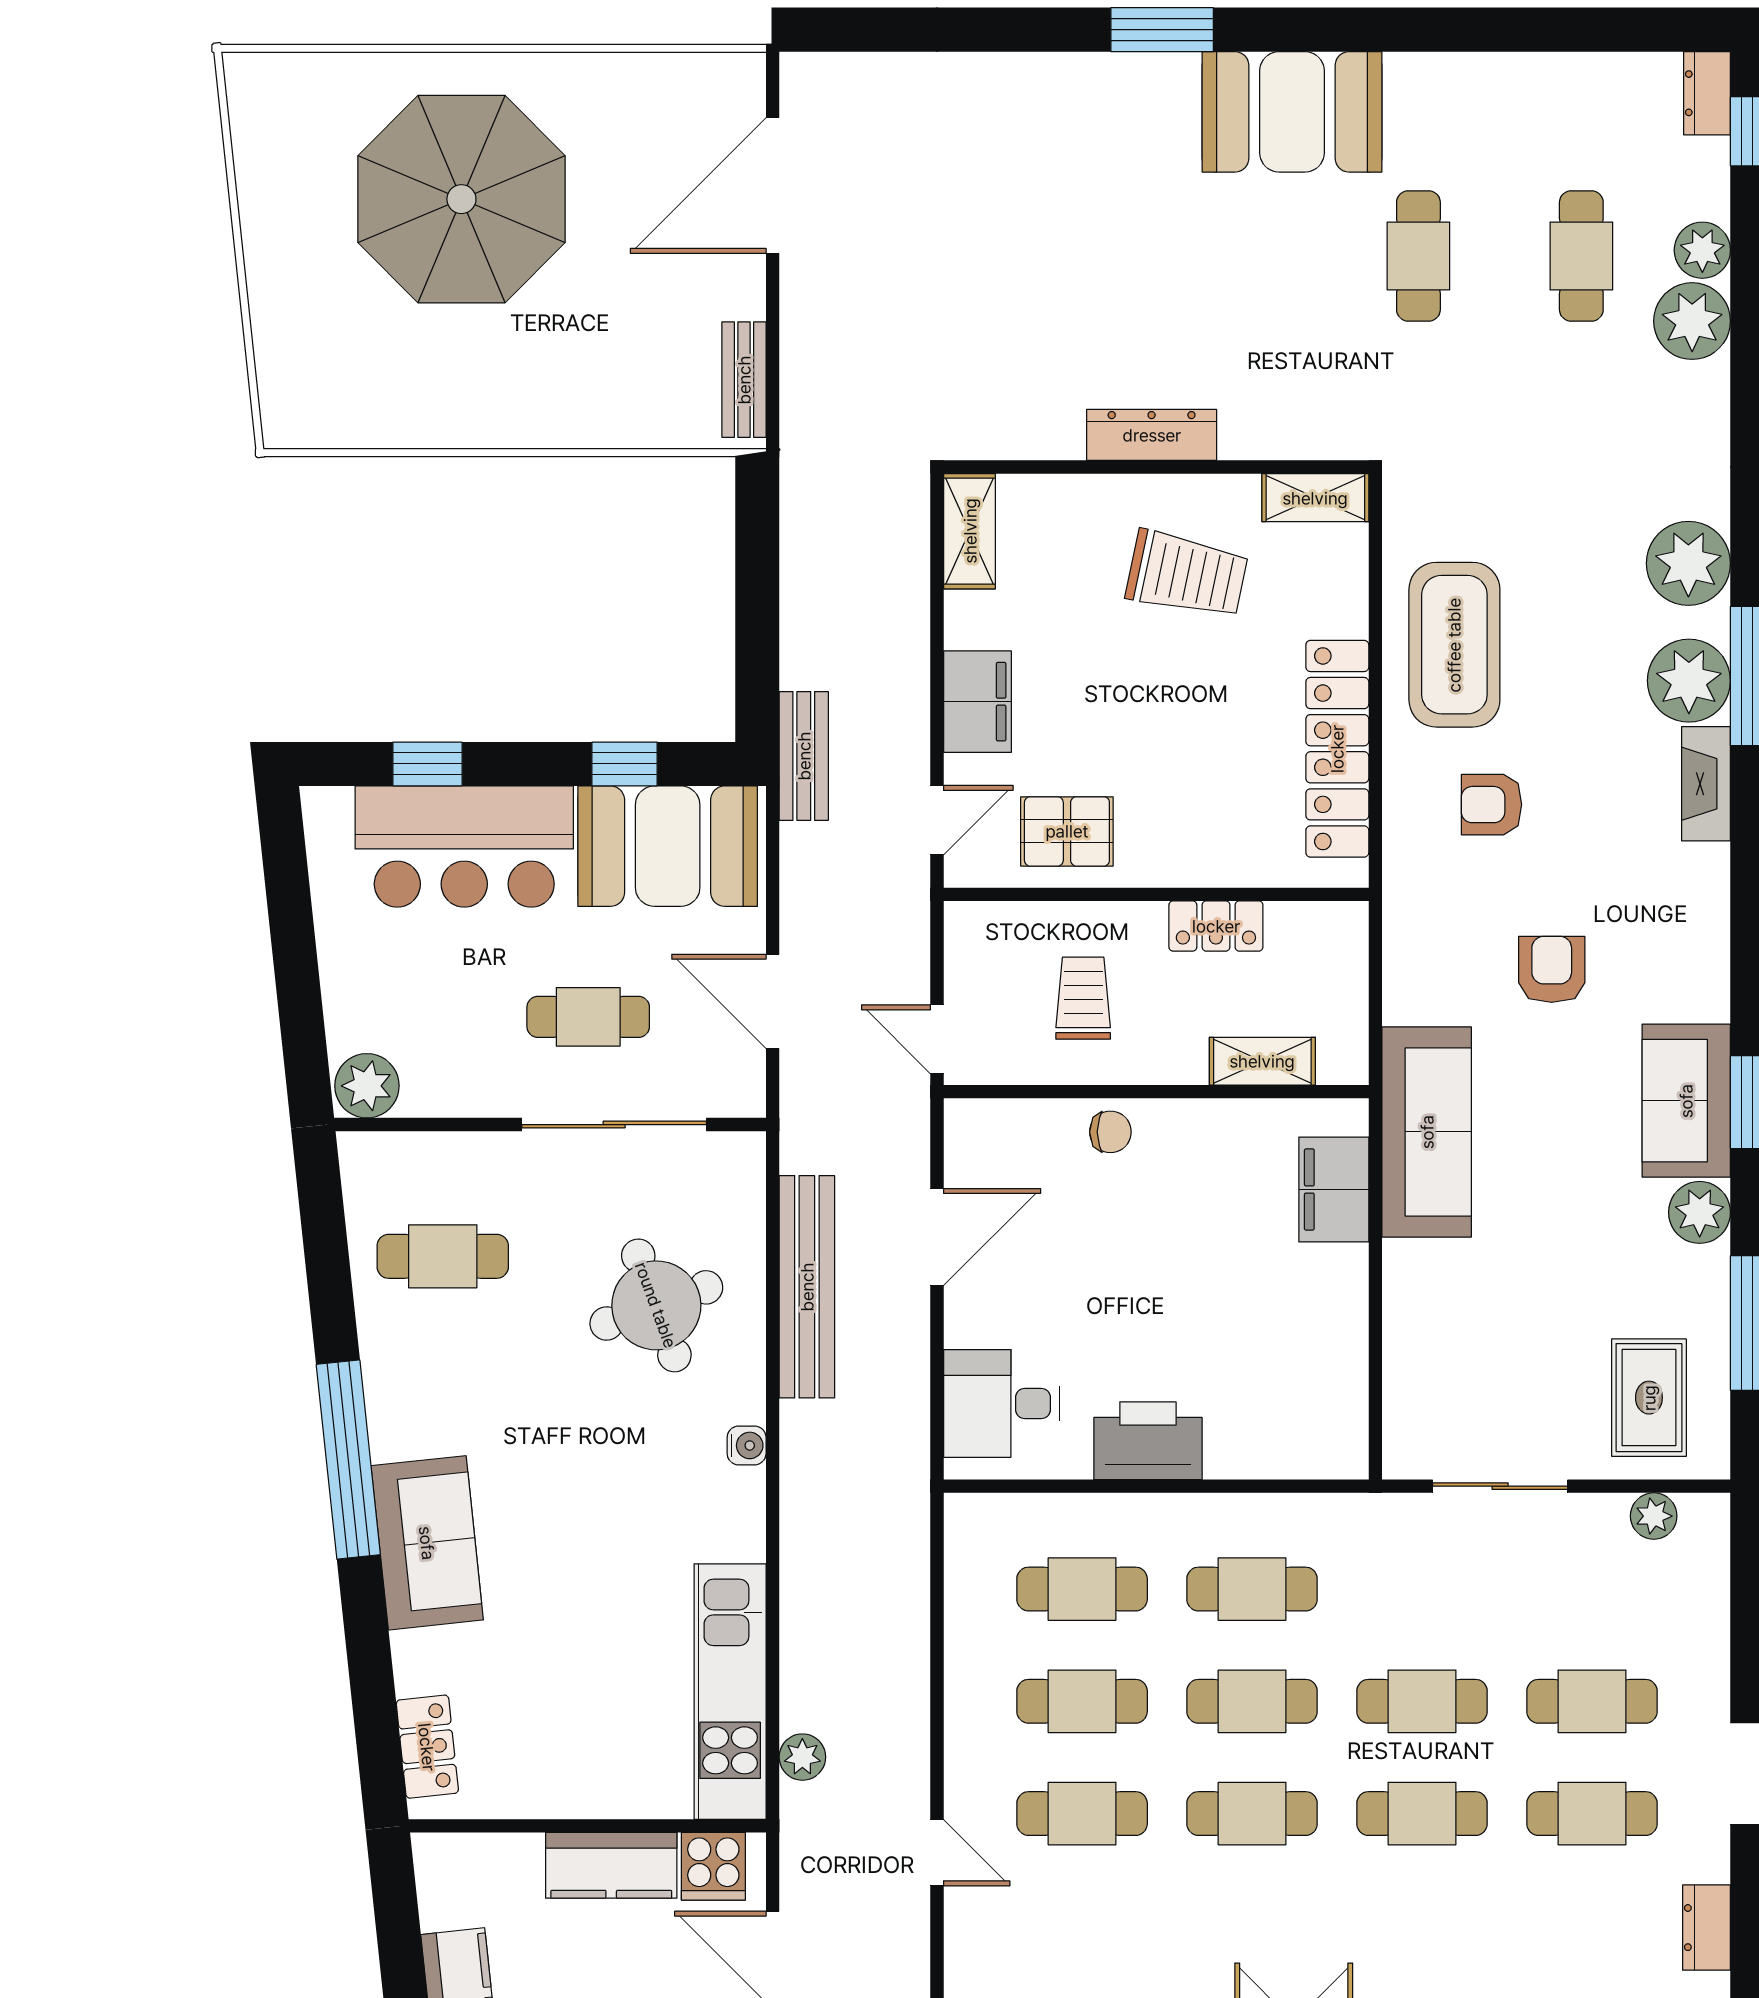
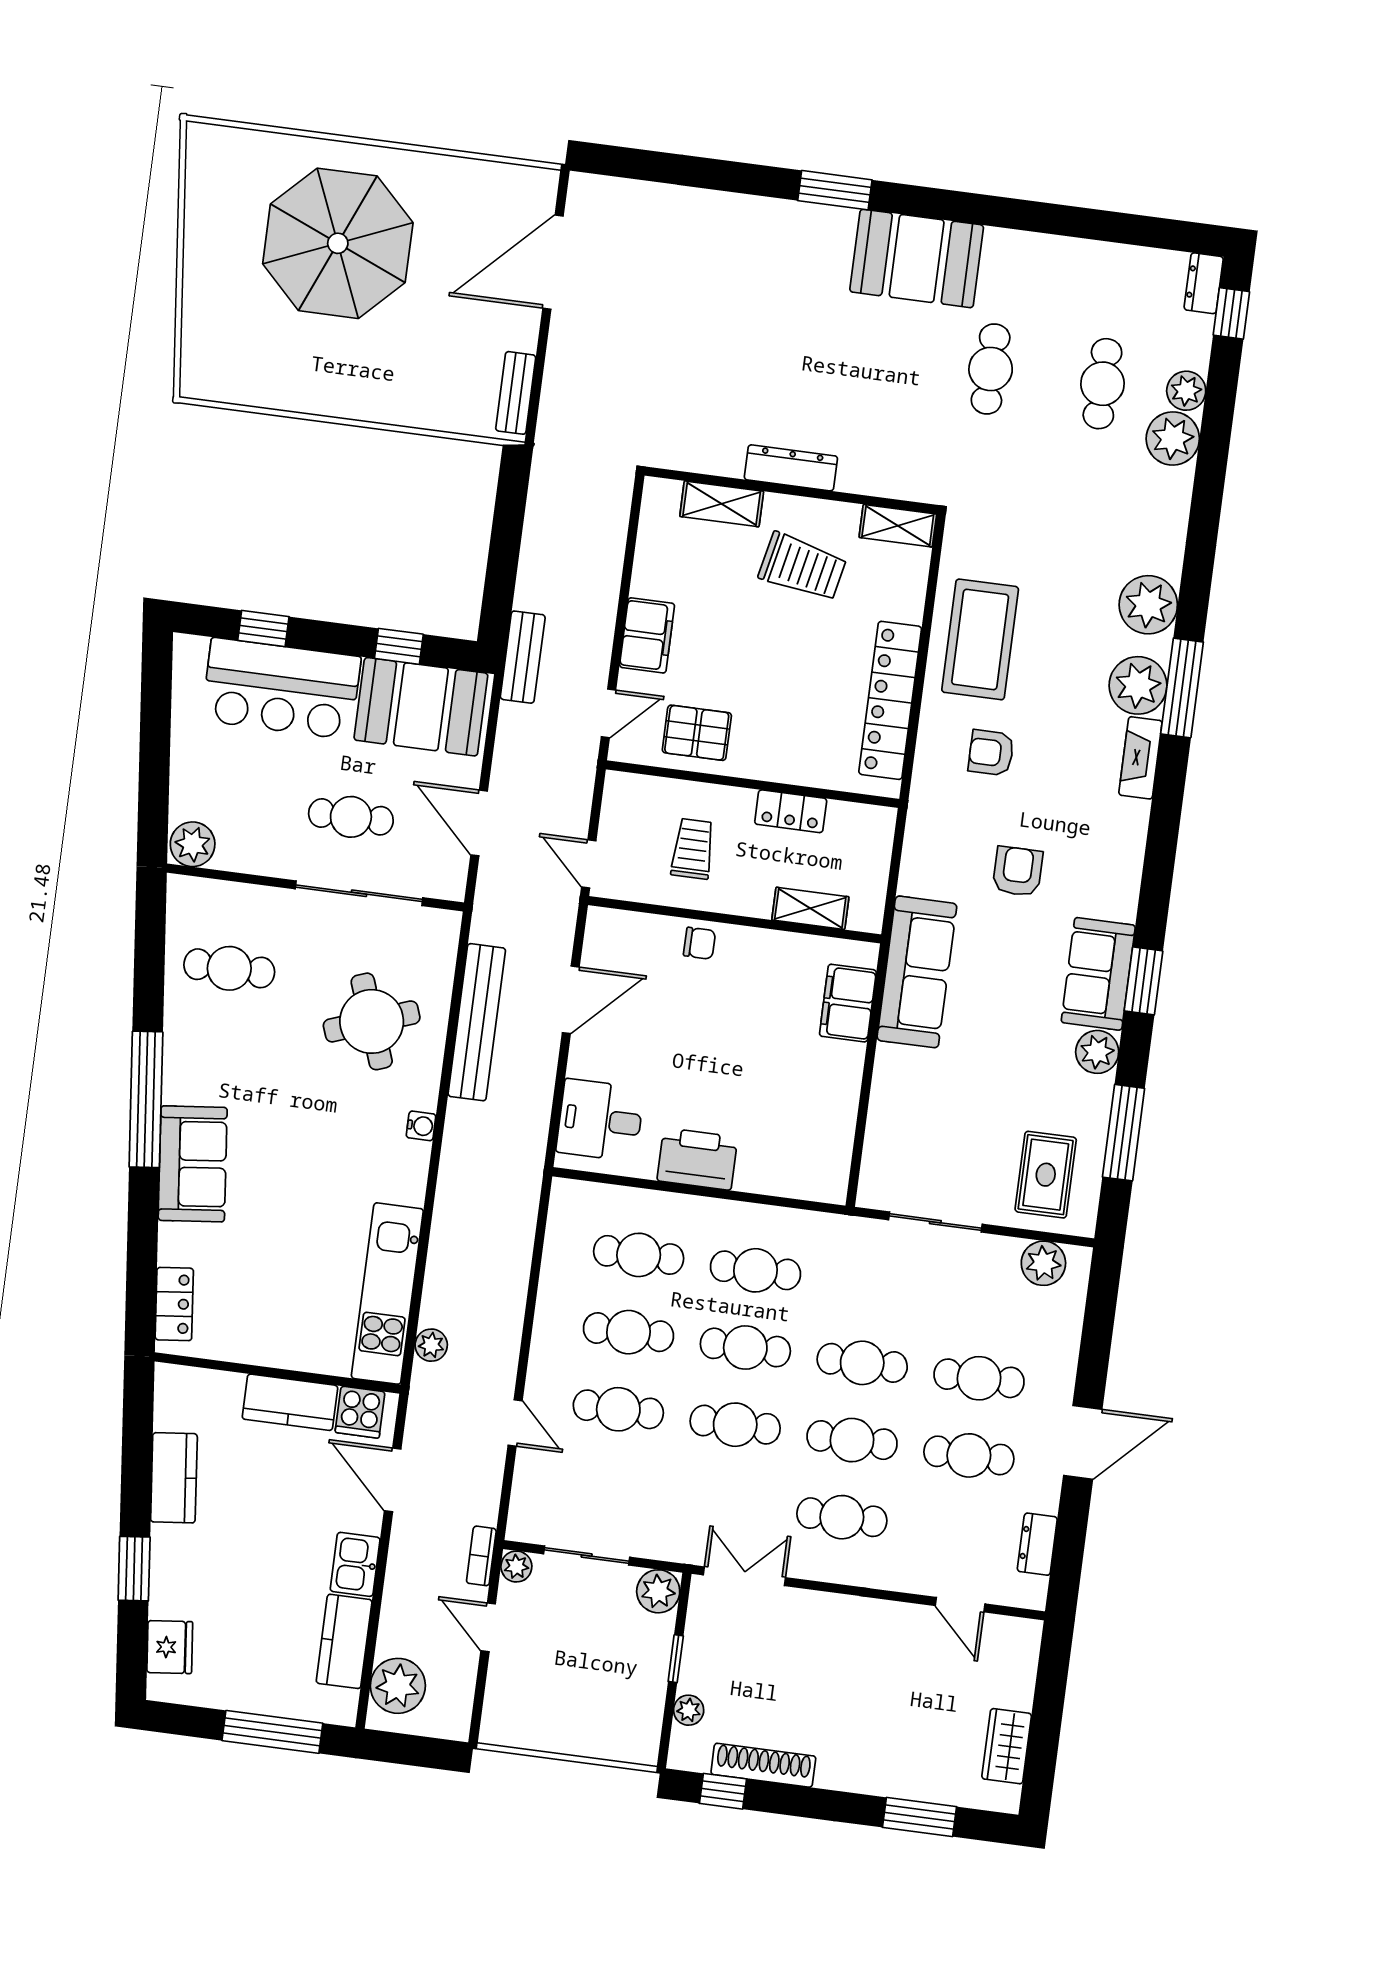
shelving: (970, 531) -> (722, 504), moved, turned 90
plant: (1654, 1516) -> (1043, 1263), width x1.38, depth x1.38
cafe table: (1422, 1926) -> (842, 1517), added

